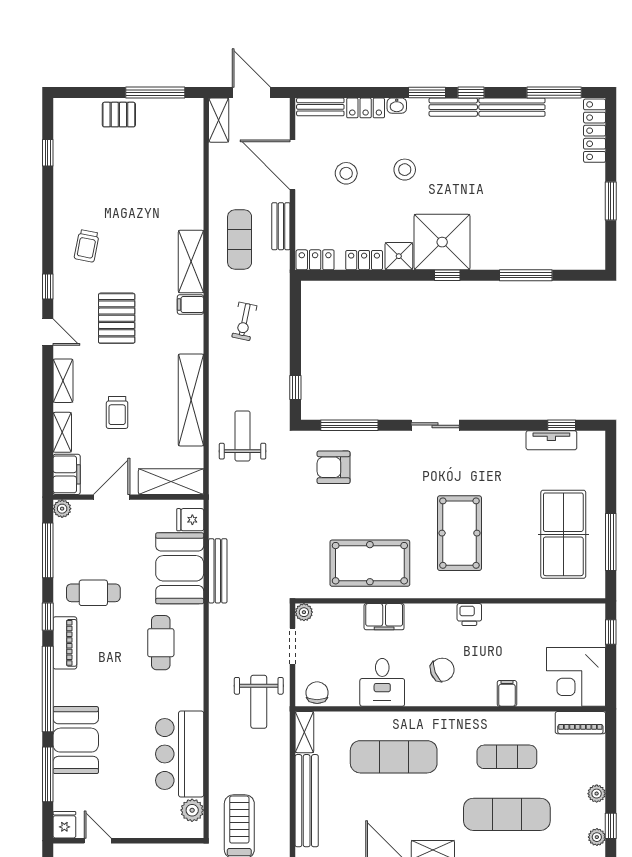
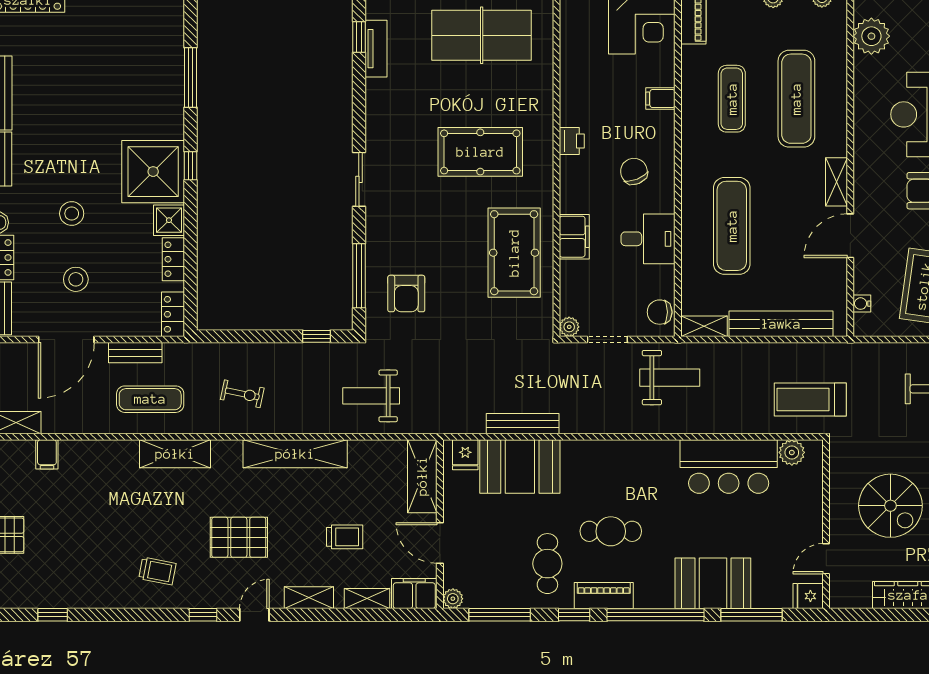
filing cabinet: (190, 305) -> (47, 454), moved
shelving: (191, 400) -> (295, 454), moved
cafe table: (161, 643) -> (611, 531), moved

